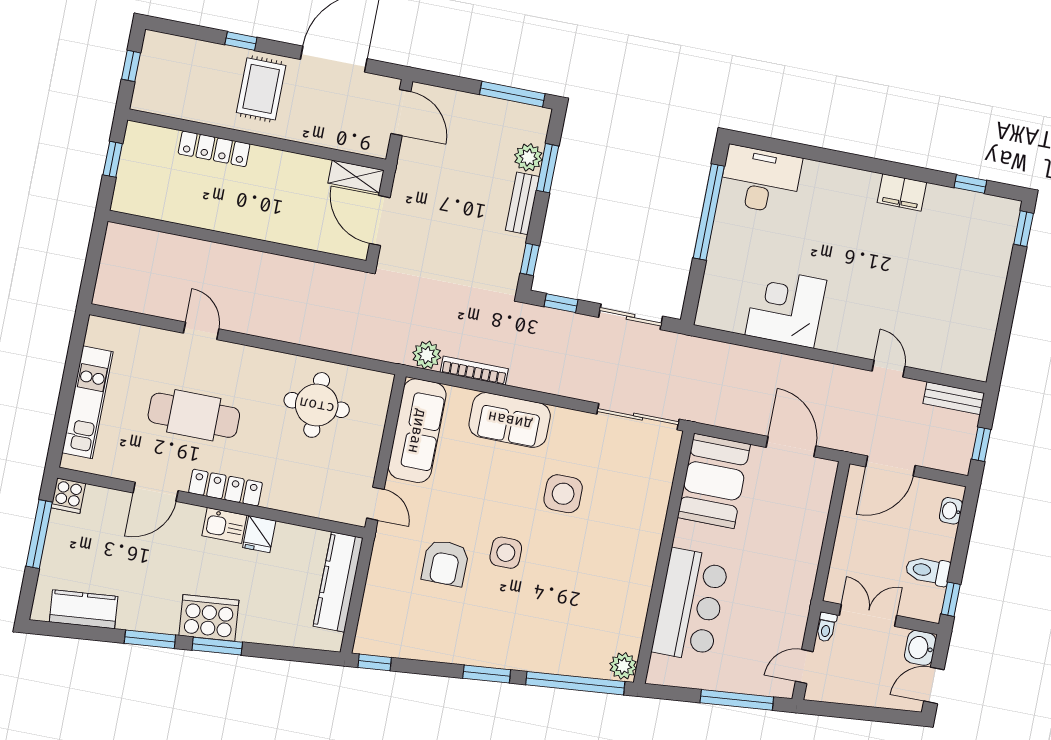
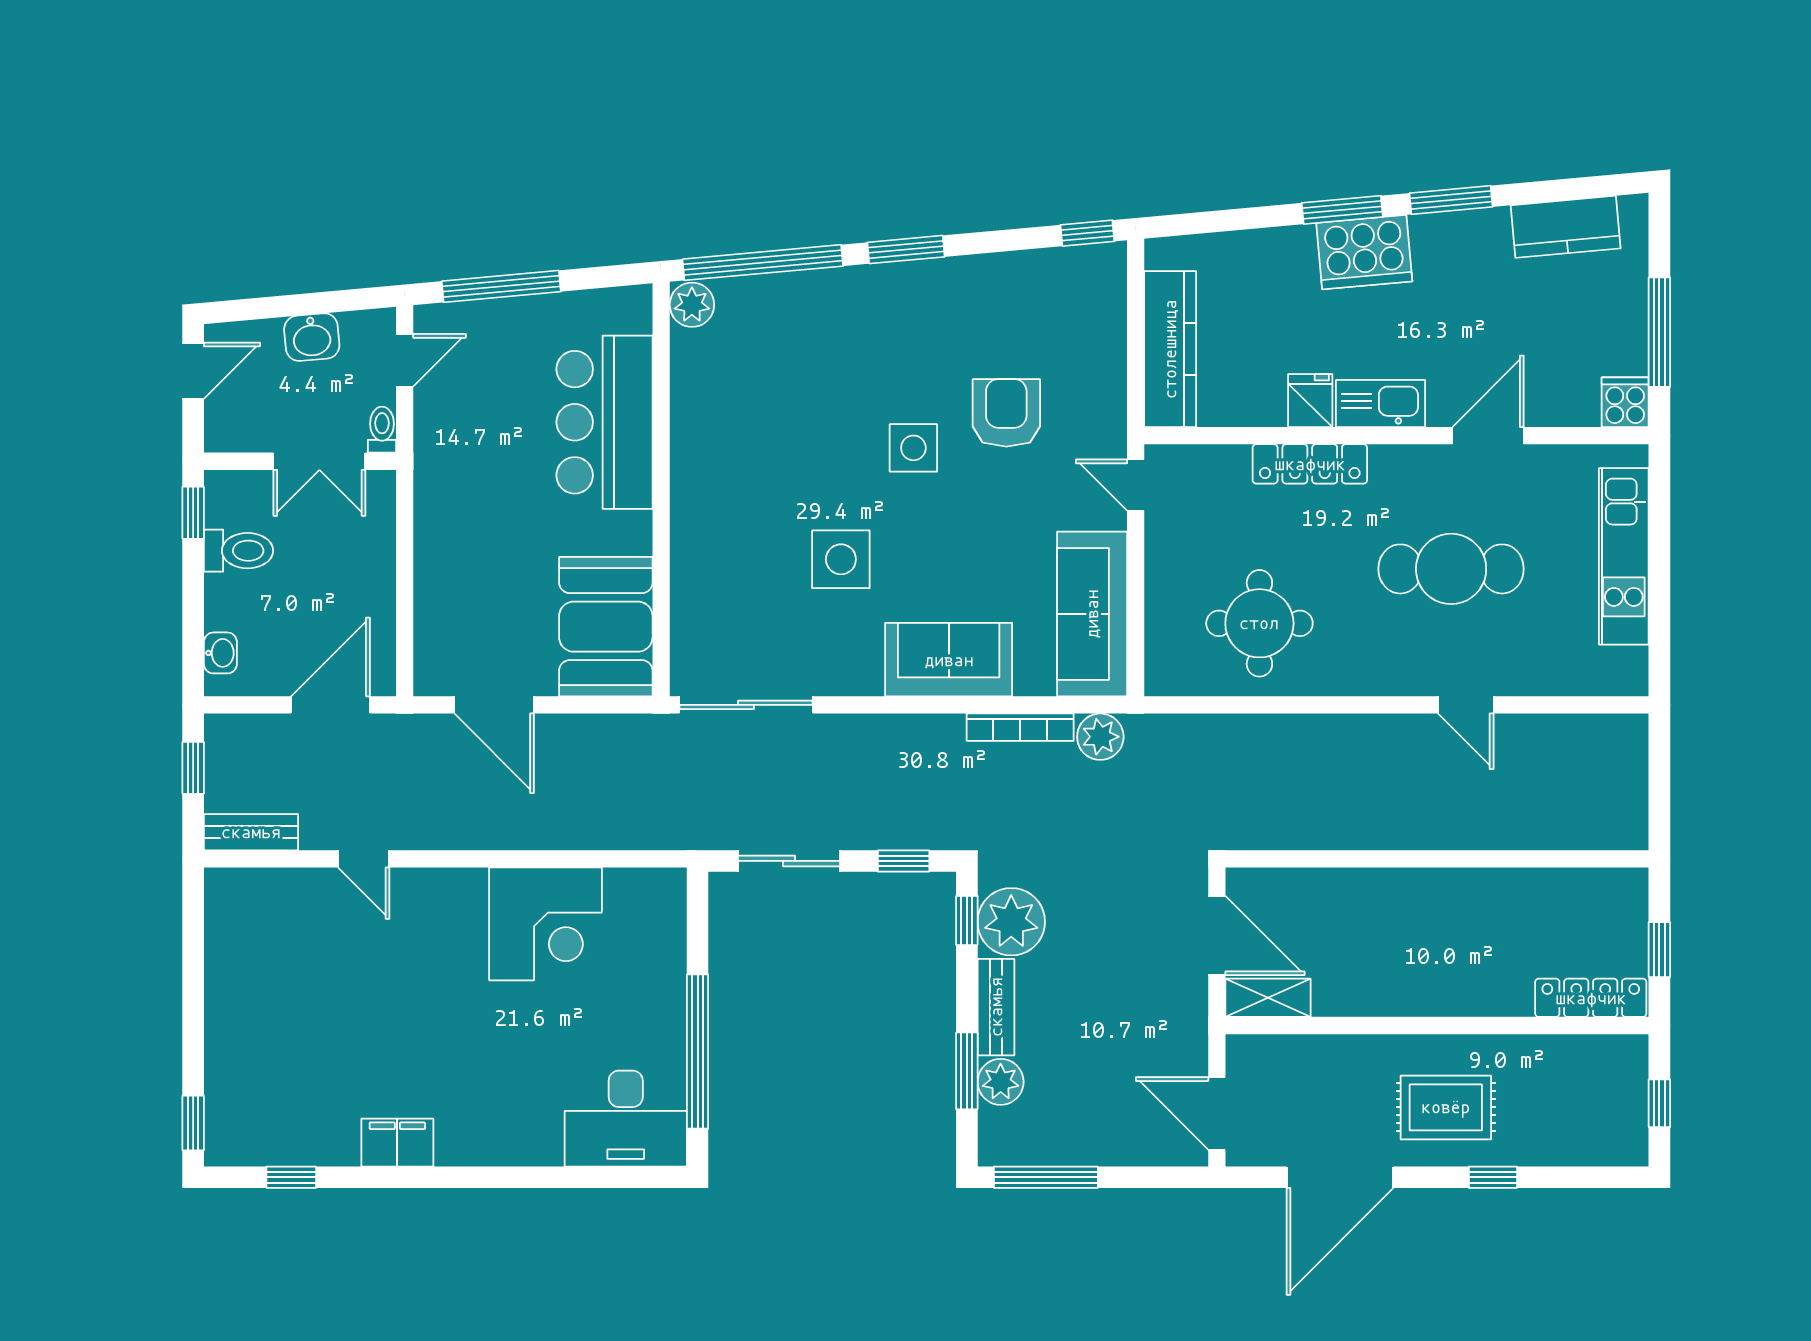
rug: (261, 89) -> (1446, 1107), turned 90
locker: (214, 149) -> (1591, 998), moved
plant: (503, 253) -> (1011, 922), added
locker: (225, 488) -> (1310, 464), moved
kitchen sink: (224, 525) -> (1381, 404), width x1.38
washbasin: (920, 648) -> (312, 337), moved, turned 85

